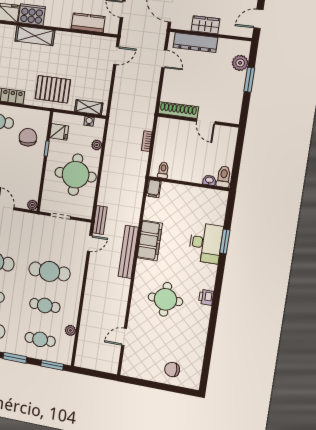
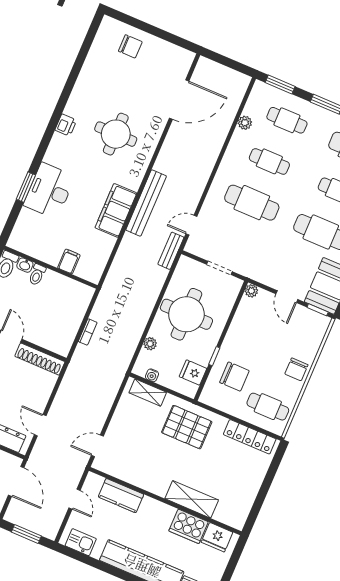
chair: (28, 137) -> (234, 377), turned -84
toilet: (163, 170) -> (37, 275), moved
filing cabinet: (154, 189) -> (69, 261), moved
door: (124, 337) -> (179, 100), width x1.88

